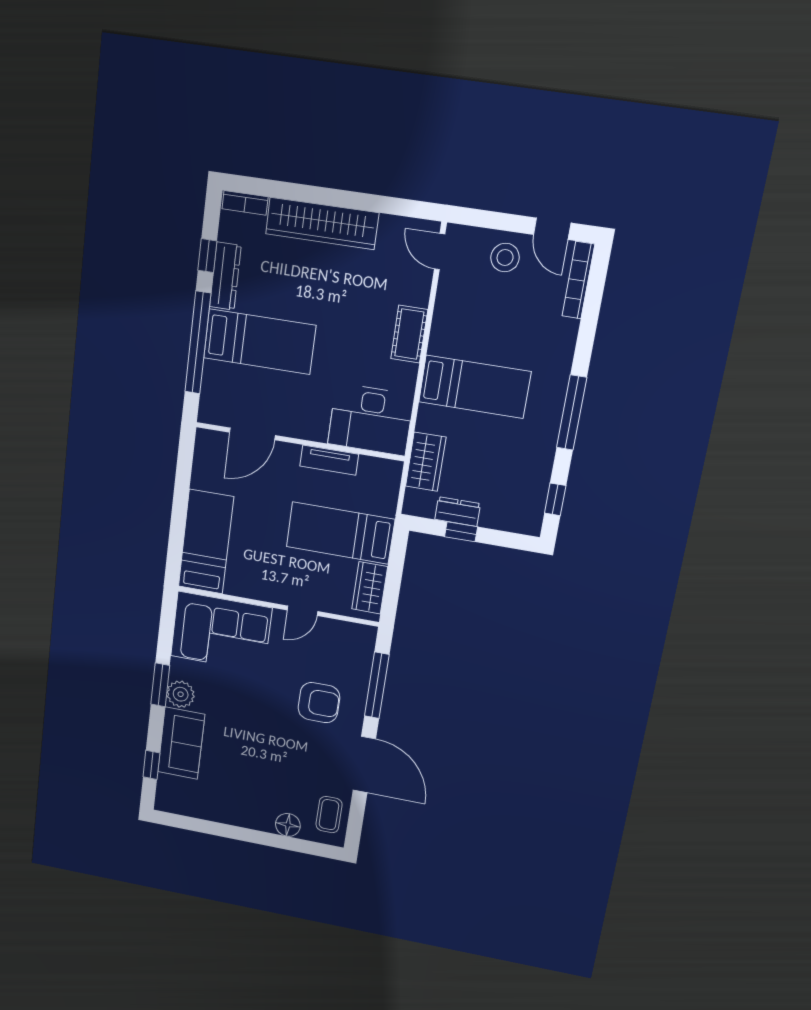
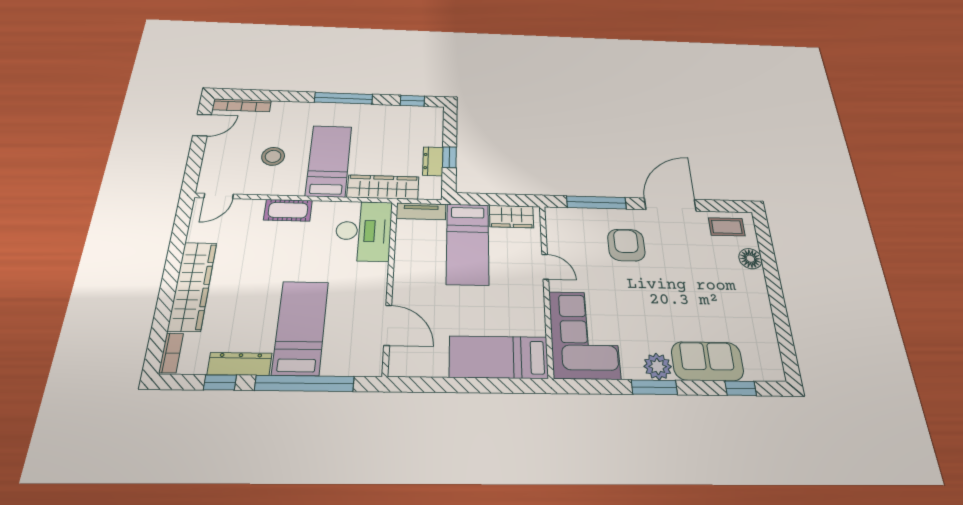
stool: (505, 258) -> (273, 156), moved
tv unit: (329, 460) -> (421, 211), moved, turned 90
wardrobe: (426, 462) -> (383, 187), width x1.50

